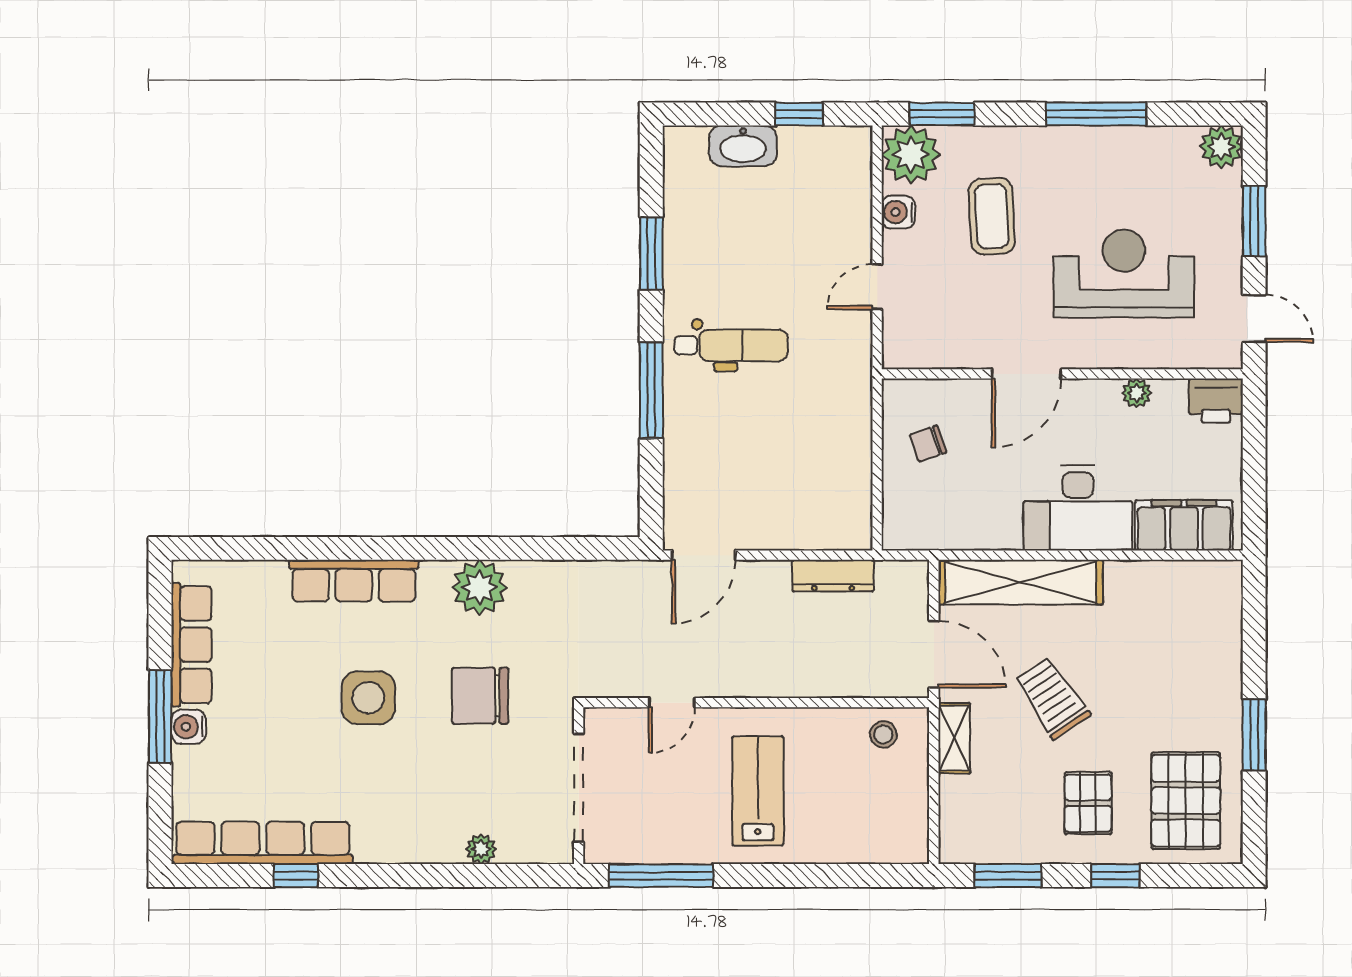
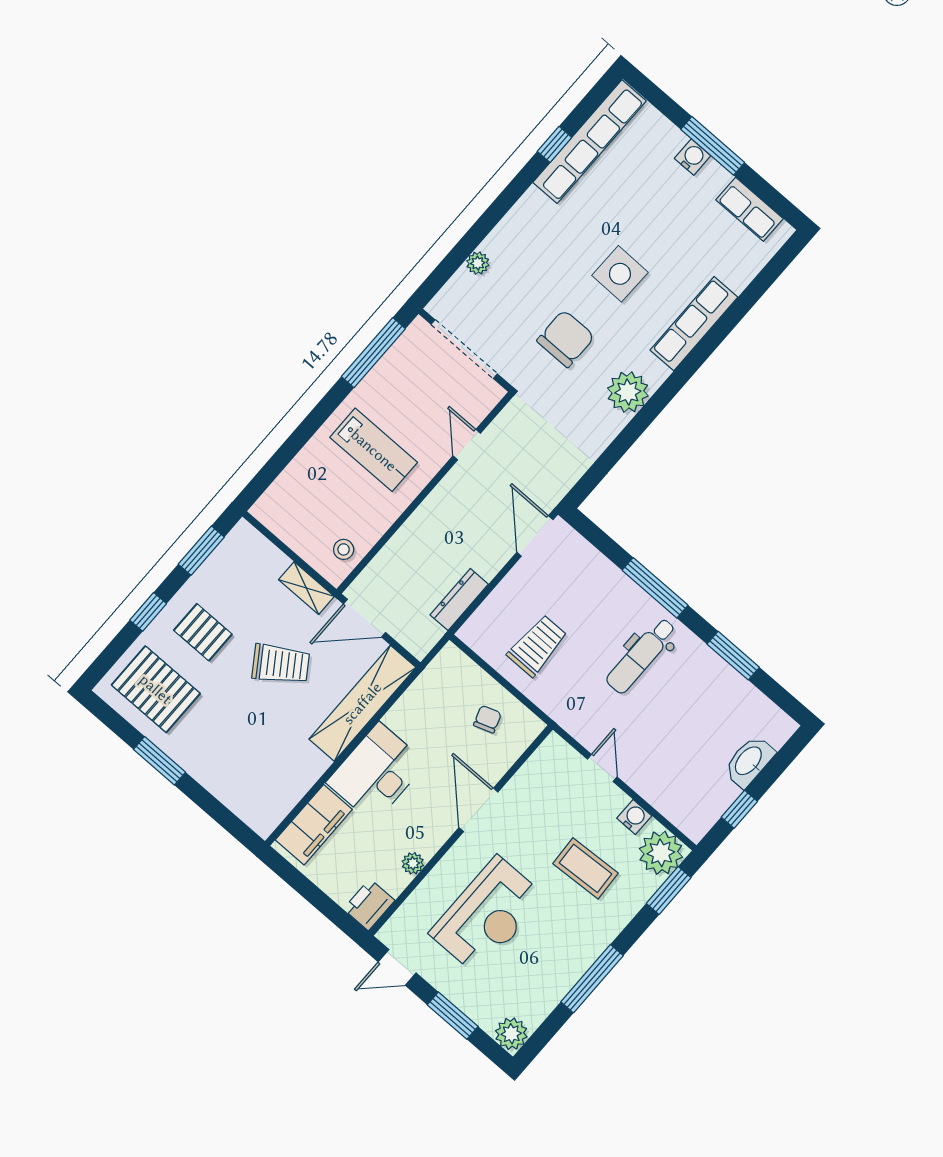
trolley: (811, 458) -> (537, 646), added
row of seats: (191, 645) -> (749, 209), width x0.68

